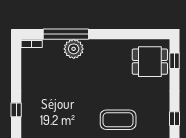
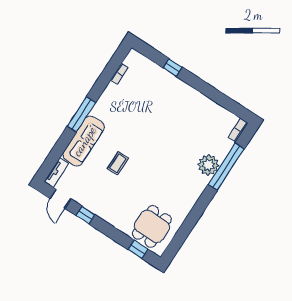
window: (16, 110) -> (173, 67), moved
coffee table: (118, 120) -> (118, 163), width x0.54, depth x0.58

